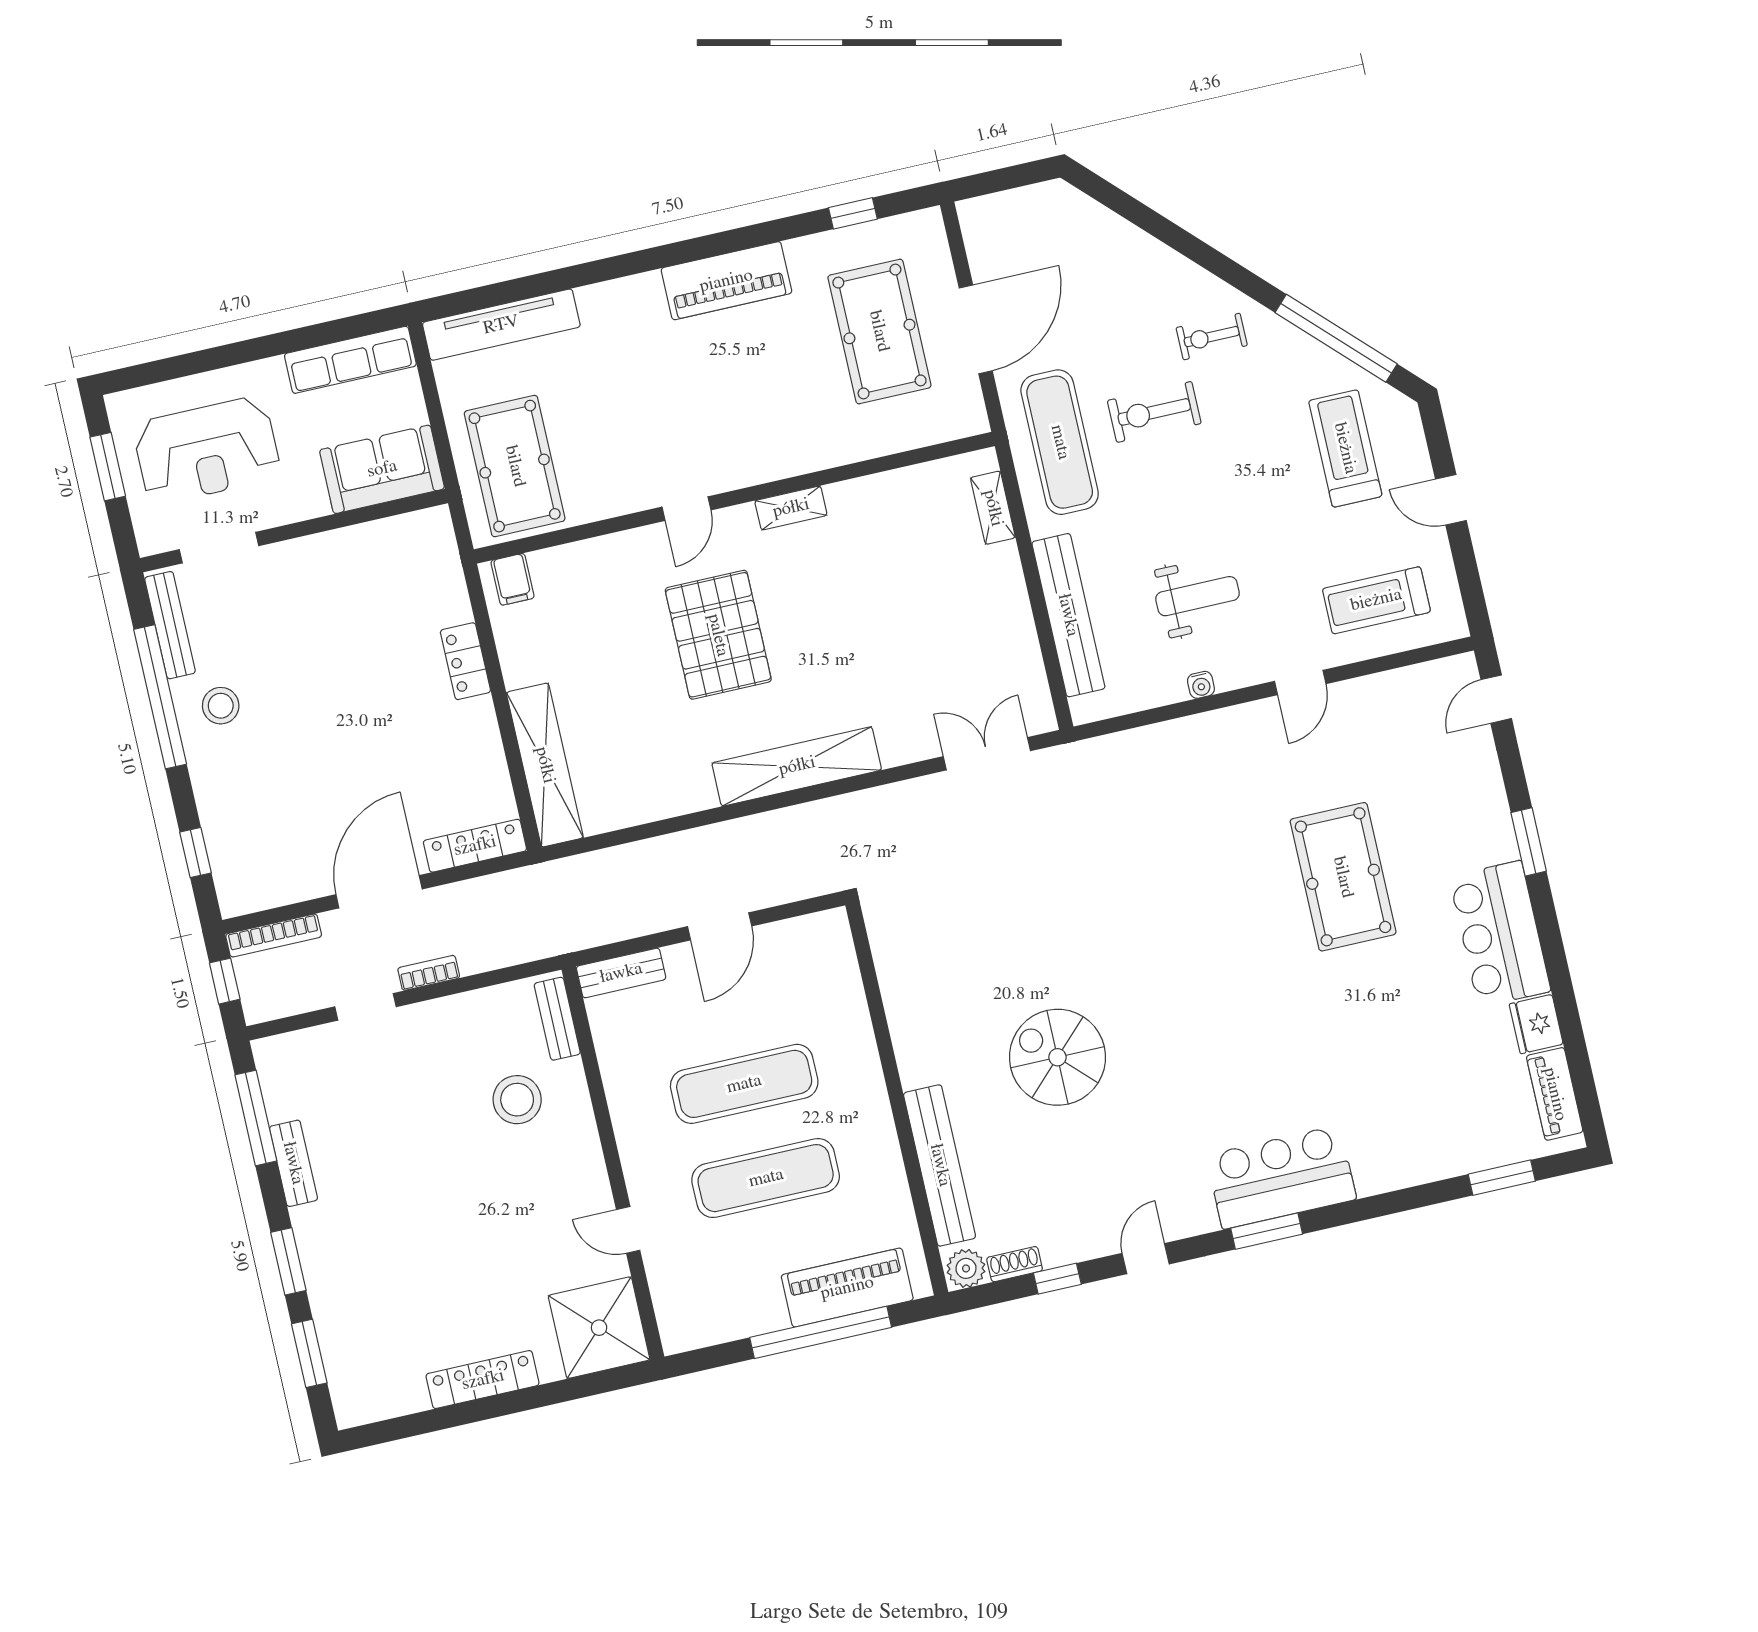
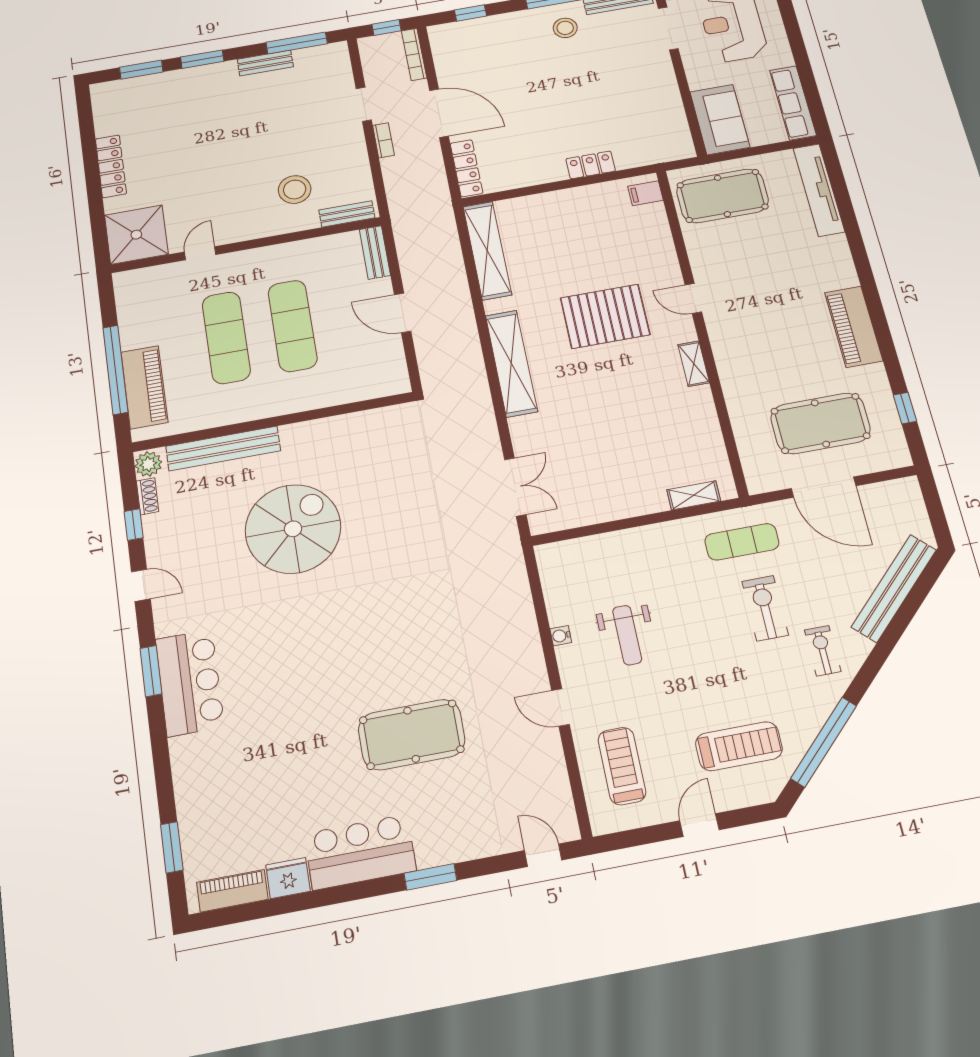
exercise mat: (1060, 442) -> (742, 542), width x0.73, depth x0.69
bench: (1068, 615) -> (894, 588), moved, turned -45
shelving: (545, 765) -> (487, 250), moved, turned 90
spiral stairs: (1057, 1057) -> (293, 529), width x1.37, depth x1.37

